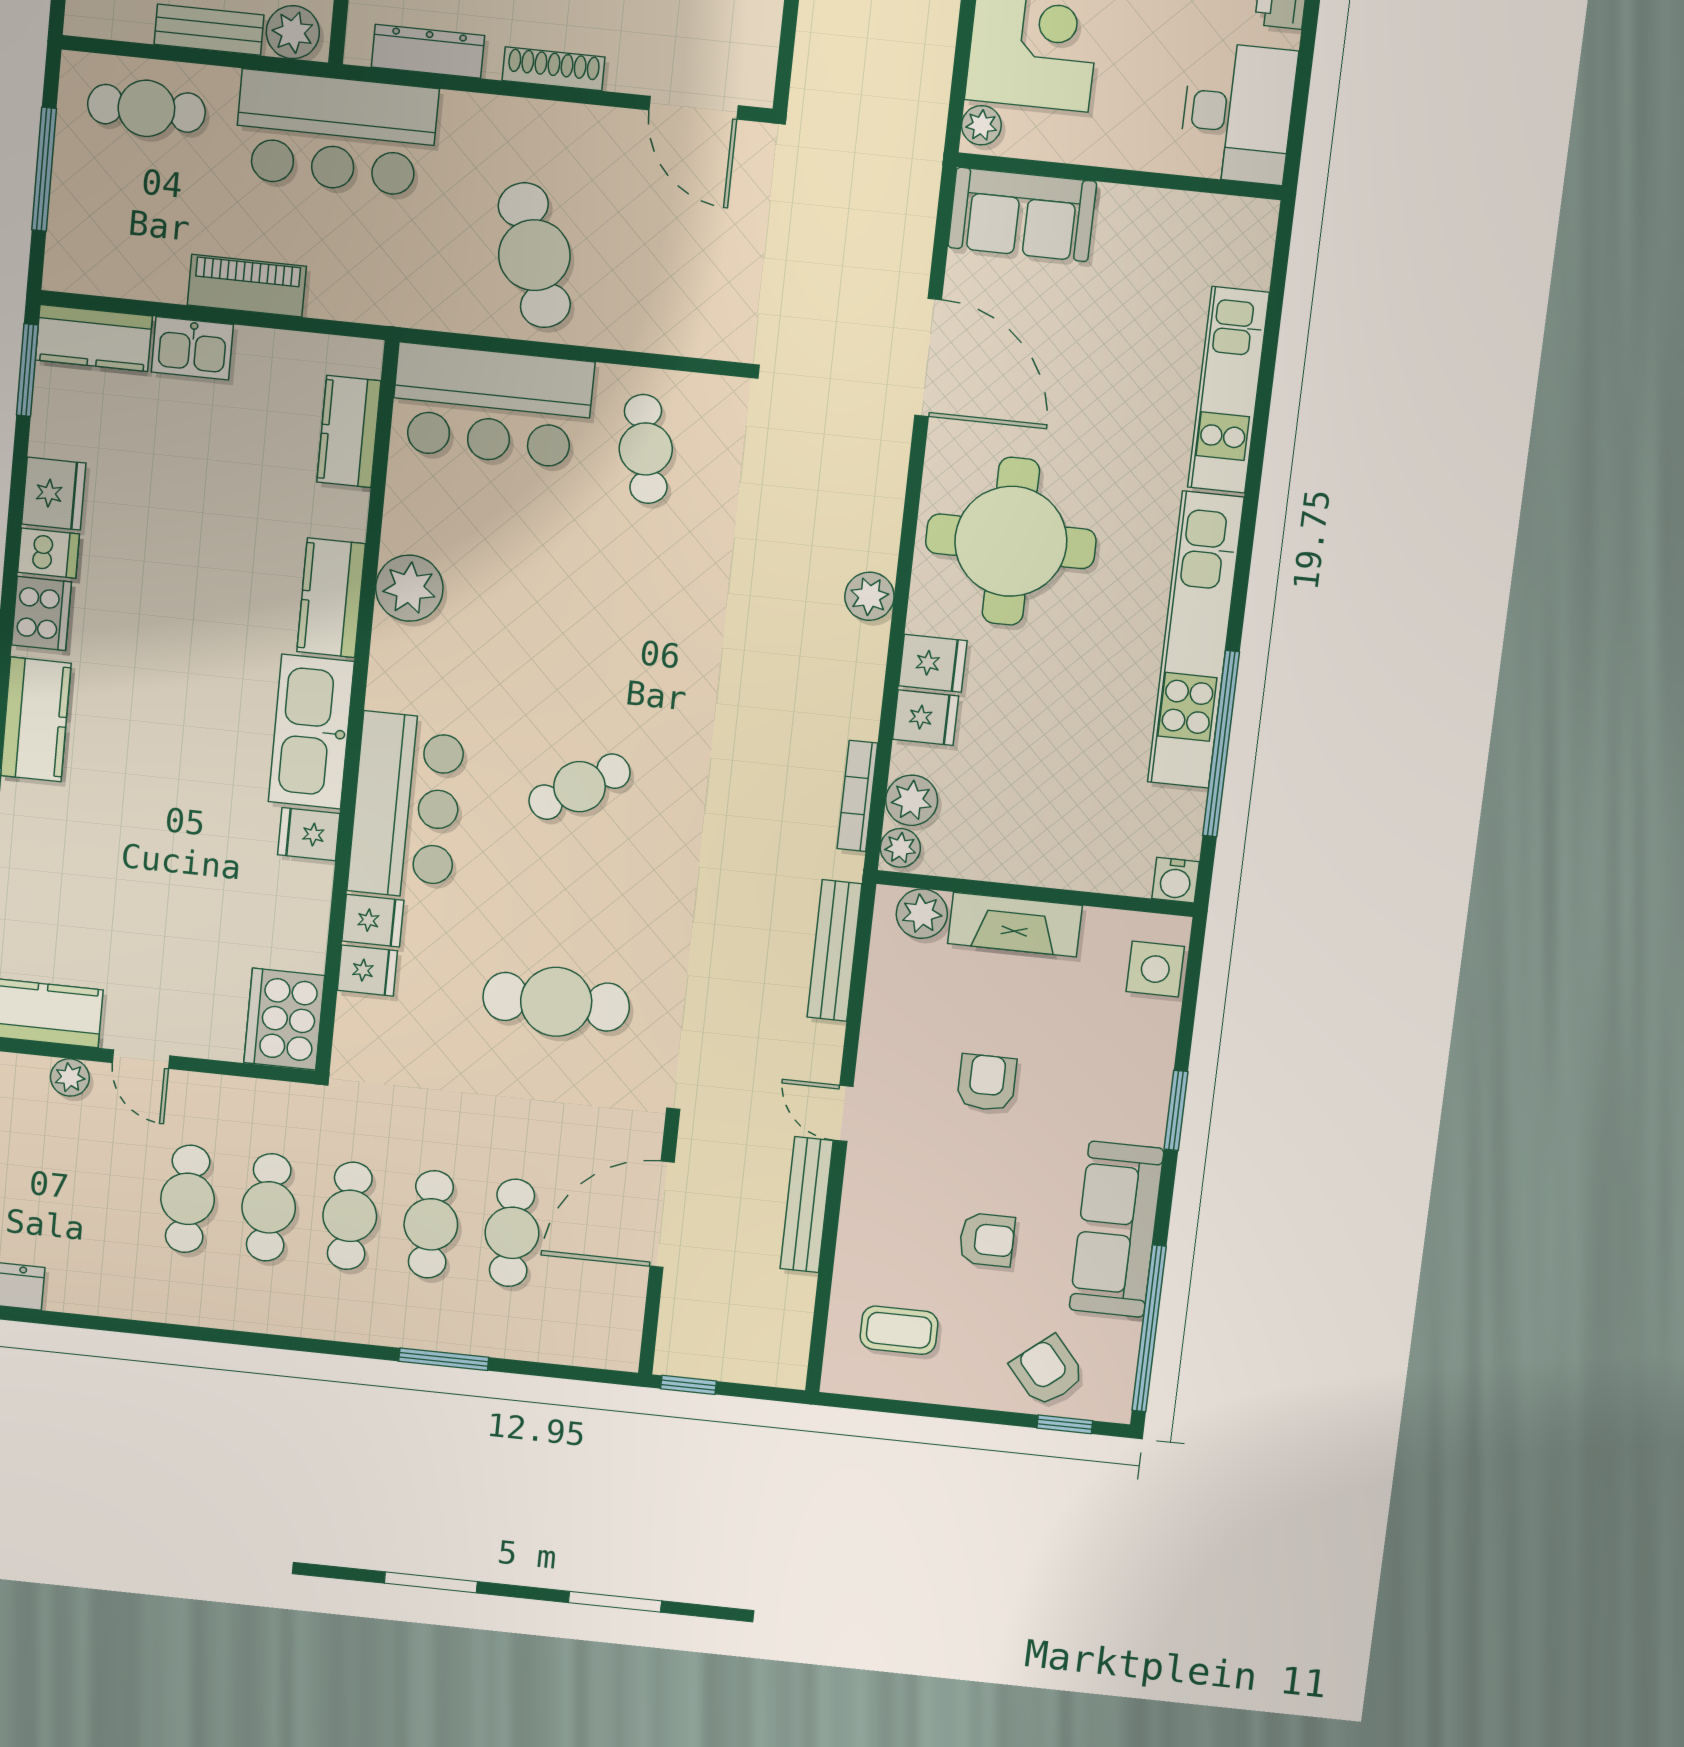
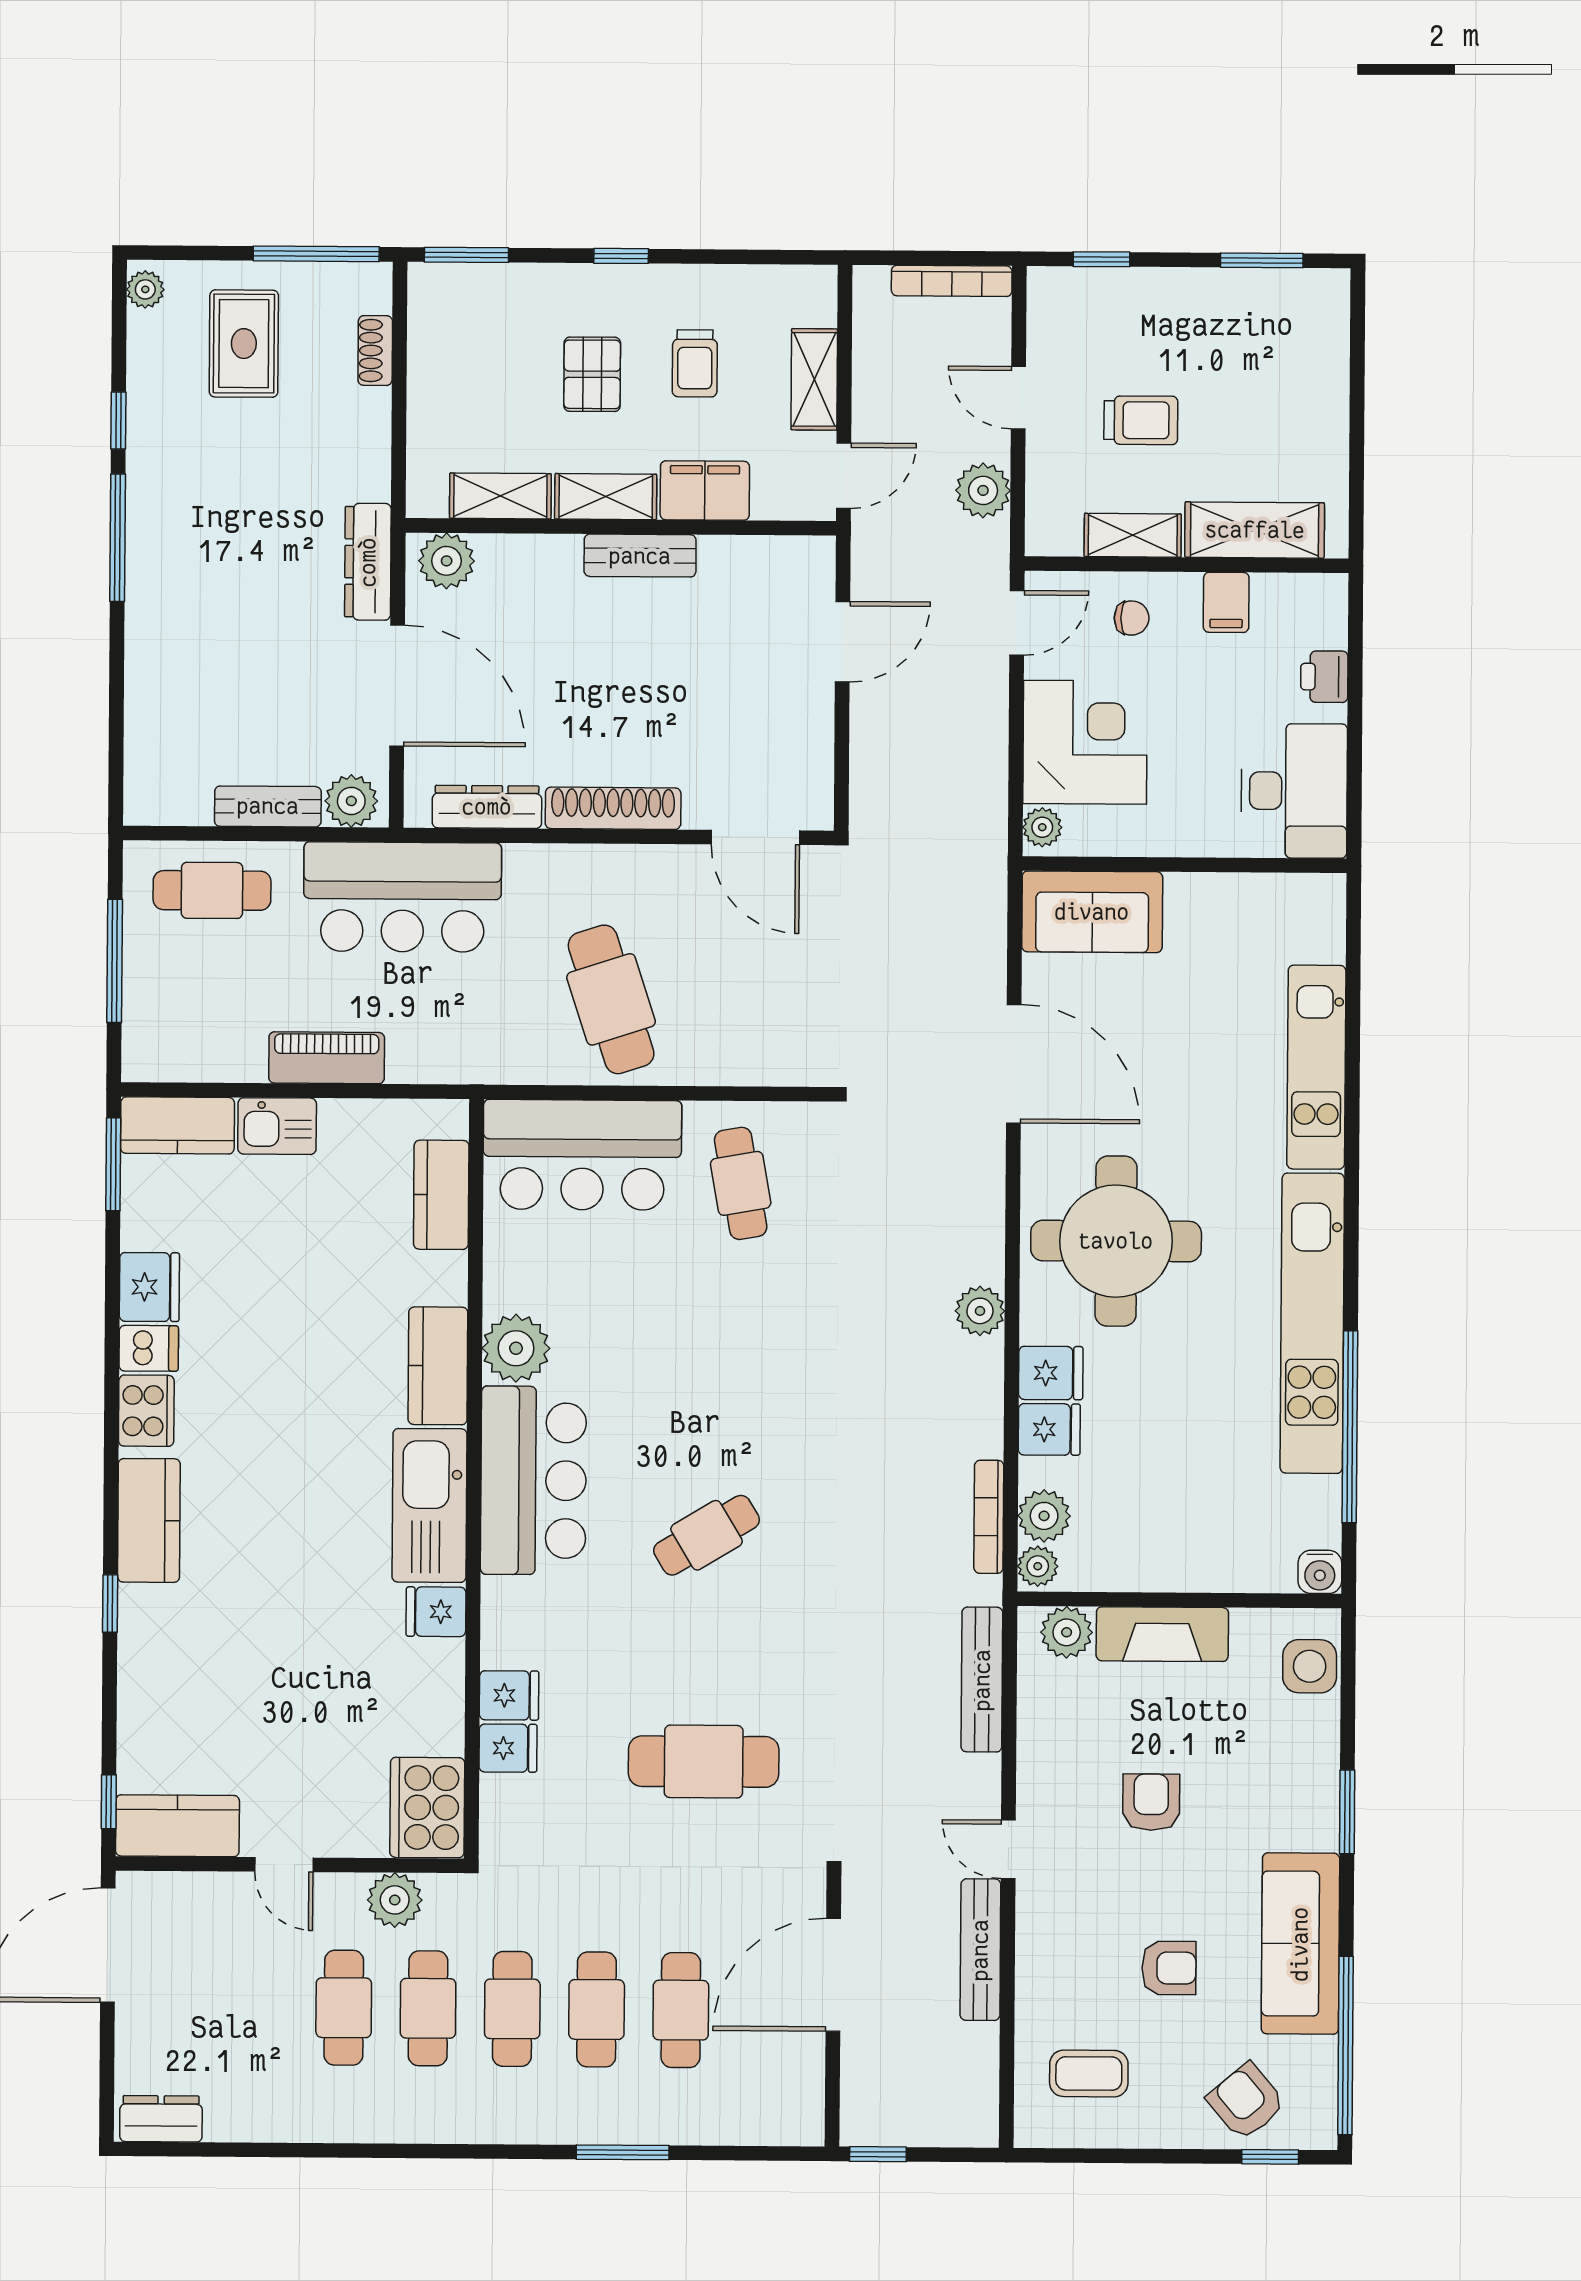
shoe rack: (554, 69) -> (613, 808), width x1.36, depth x1.24
bar counter: (406, 806) -> (533, 1480), moved
plant: (70, 1077) -> (395, 1900), moved, width x1.38, depth x1.38

